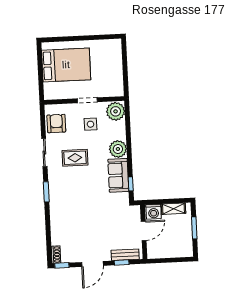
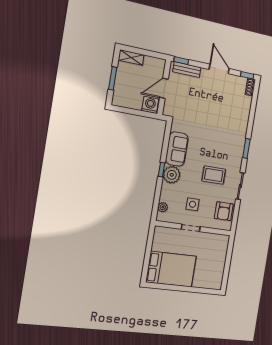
bed: (66, 65) -> (171, 269), moved, turned 180
plant: (116, 111) -> (163, 207), width x0.53, depth x0.53
window: (131, 184) -> (162, 170), moved
shelving: (174, 209) -> (131, 57), moved
window: (122, 262) -> (181, 61), moved
door: (92, 264) -> (219, 69), hinge flipped

